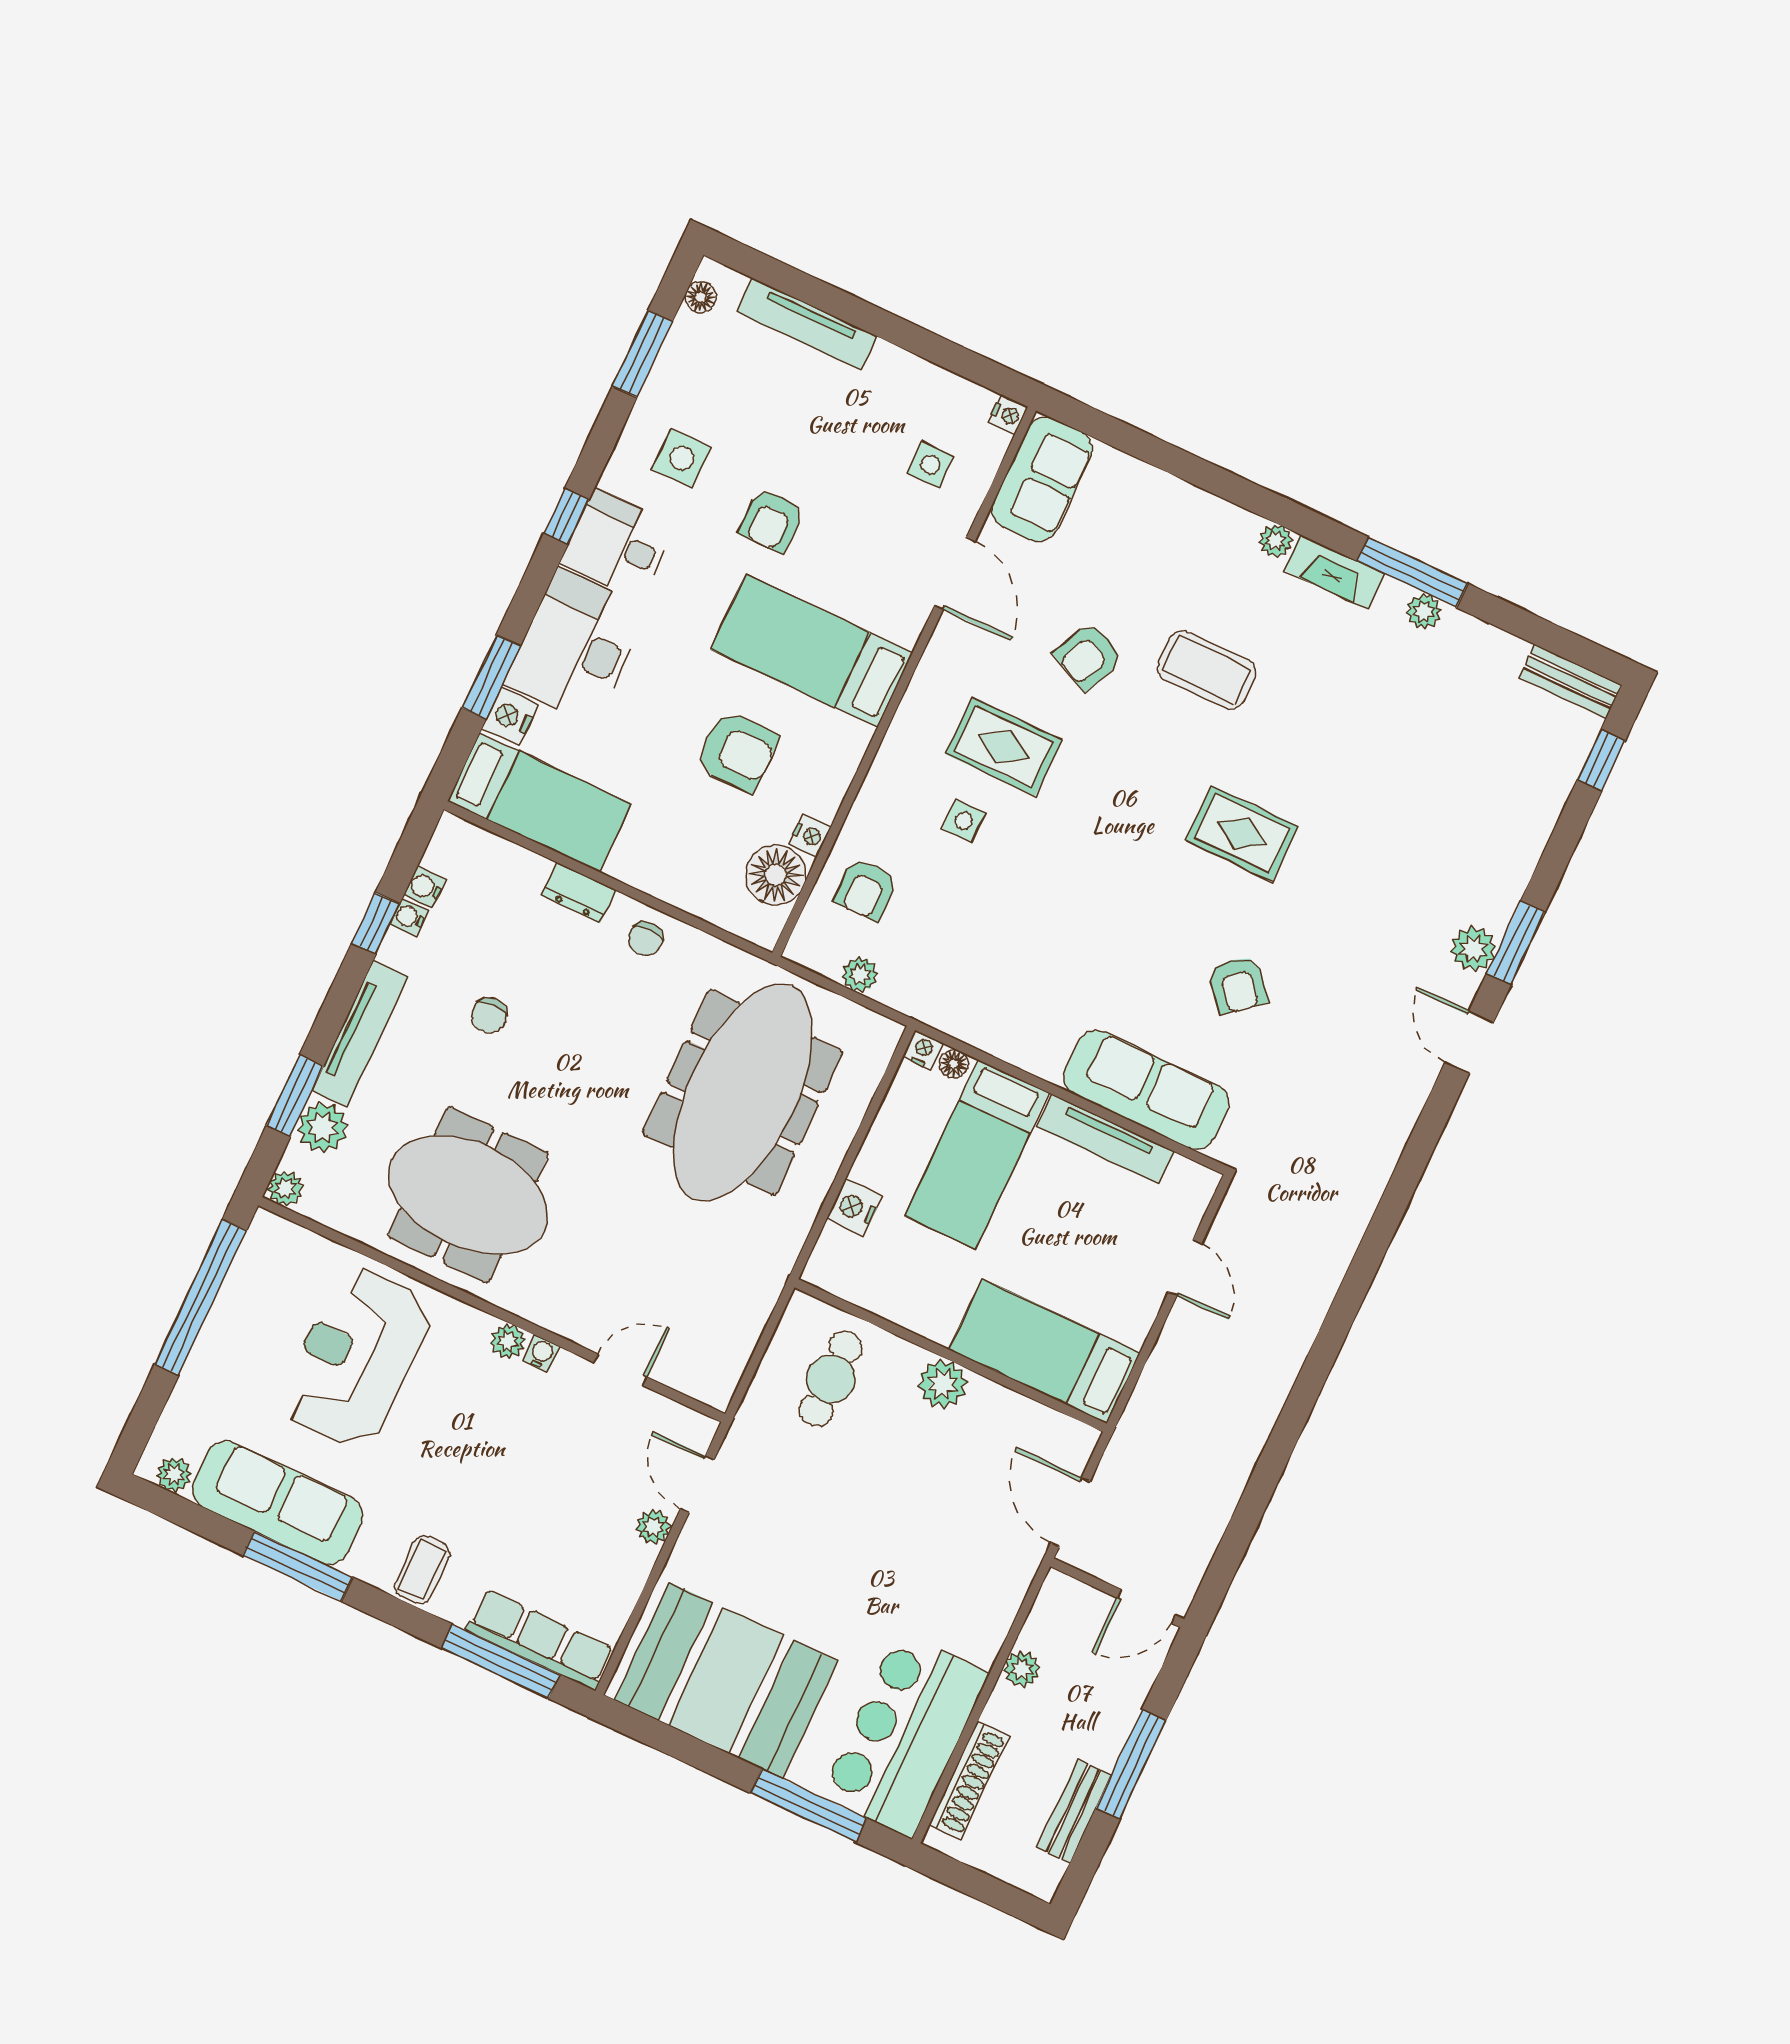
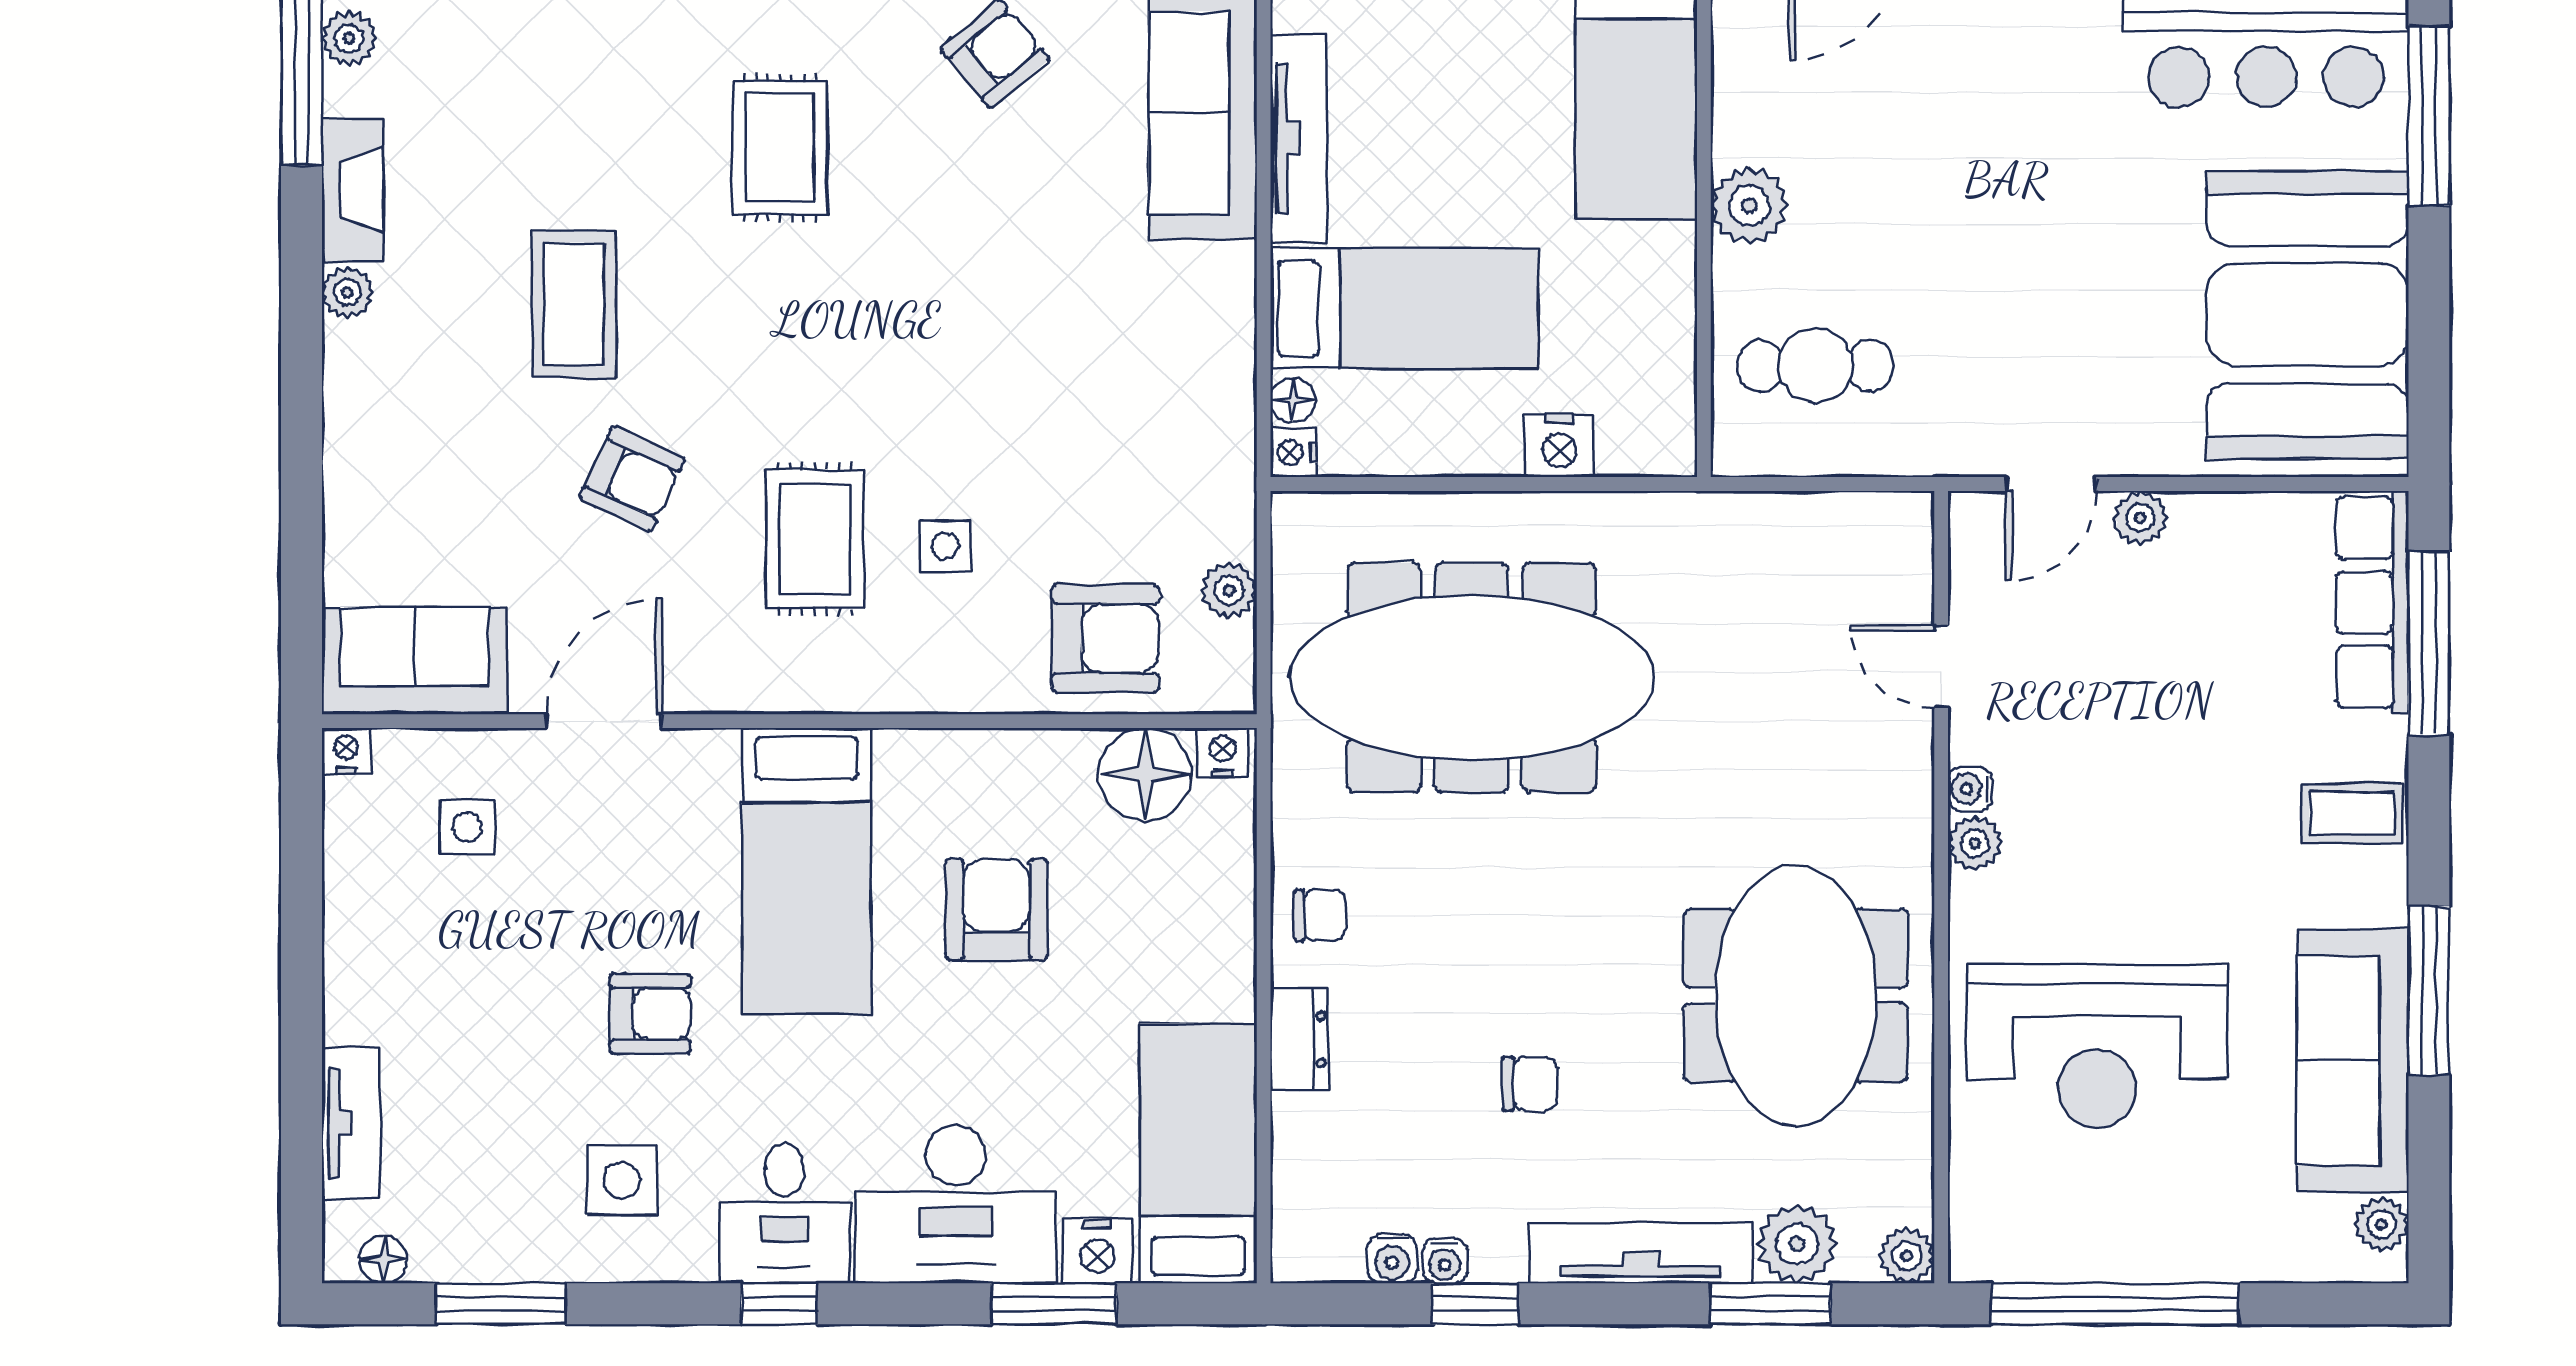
tv unit: (807, 324) -> (351, 1123), width x0.71
nightstand: (810, 836) -> (1223, 752), moved
armchair: (866, 889) -> (1105, 638), width x1.38, depth x1.38

